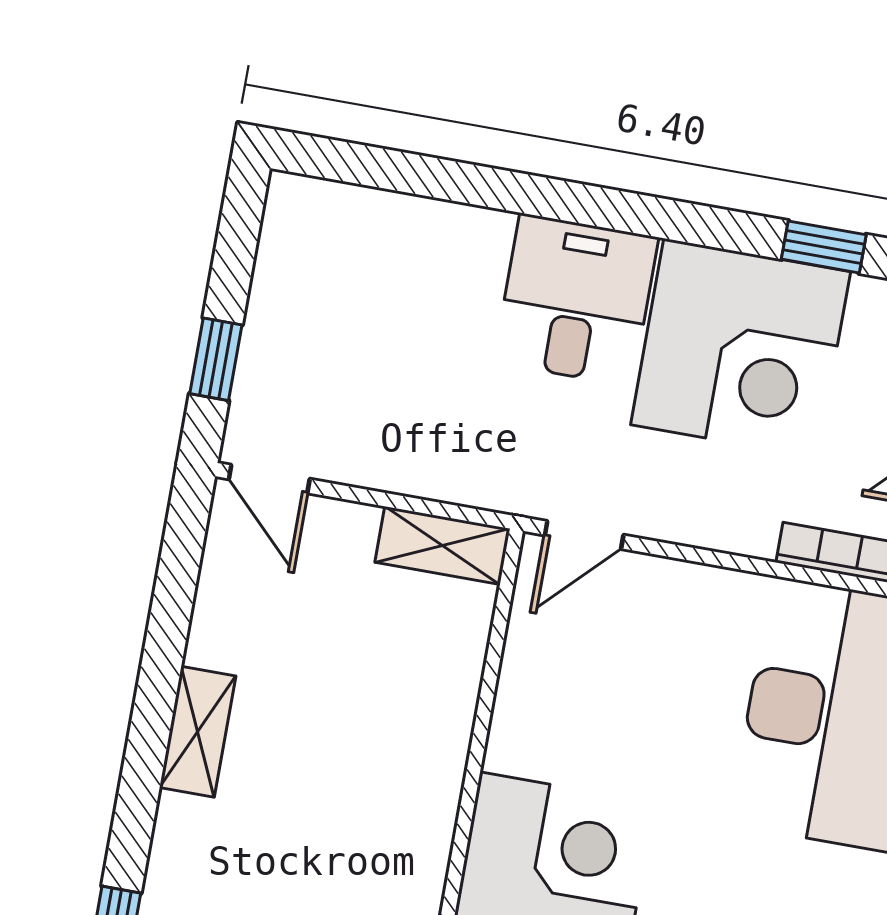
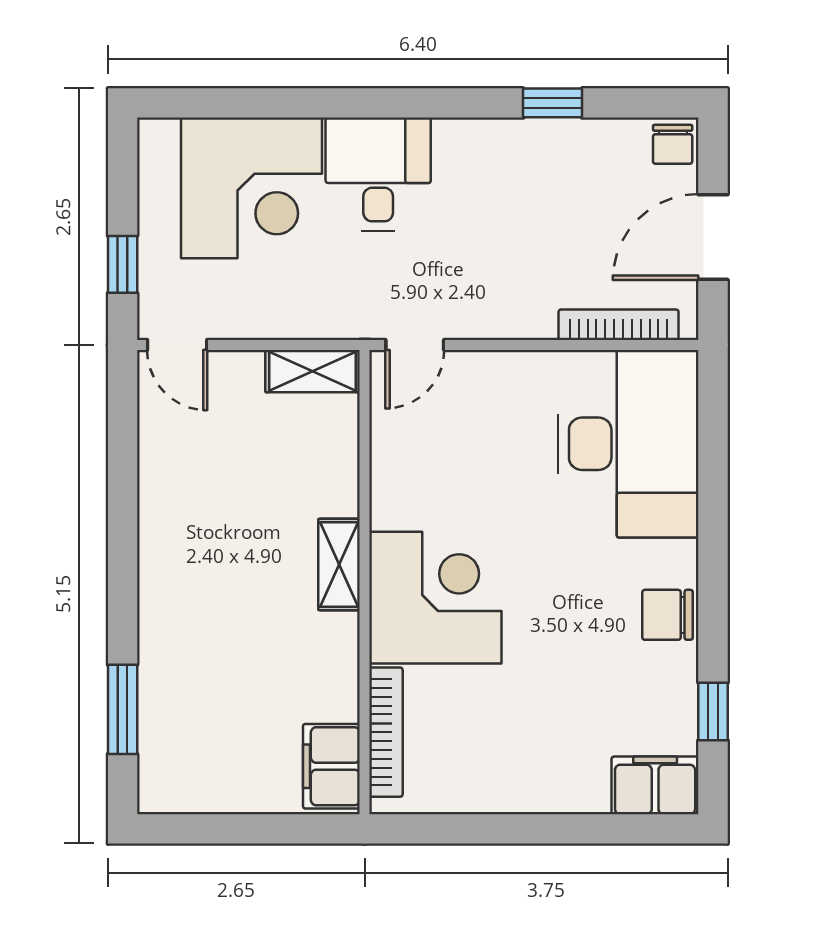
corner desk: (741, 348) -> (251, 188), moved
shelving: (198, 732) -> (339, 565), moved

